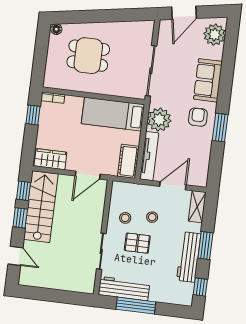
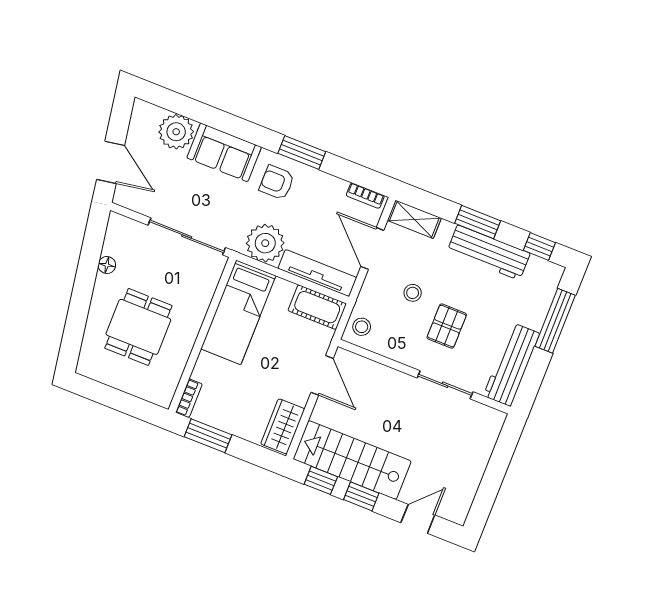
floor lamp: (56, 29) -> (107, 265), moved
plant: (215, 35) -> (176, 132), moved
window: (33, 115) -> (208, 436), width x1.50
bookcase: (204, 173) -> (365, 196), added
stool: (125, 218) -> (362, 327), moved
window: (136, 306) -> (555, 321), moved

